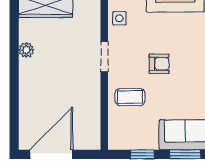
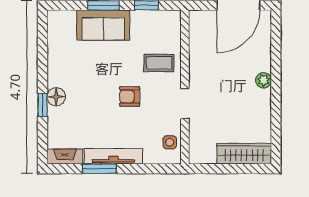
plant: (26, 50) -> (264, 80), moved

